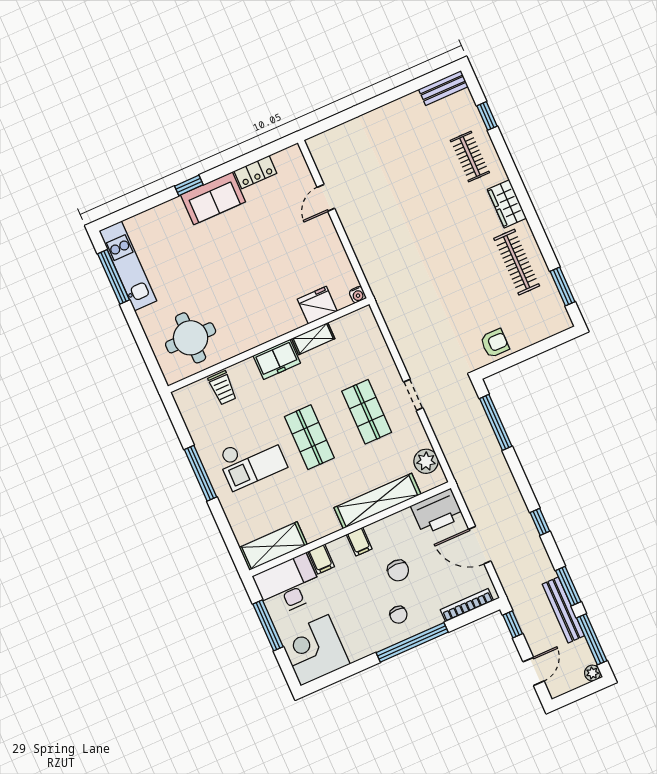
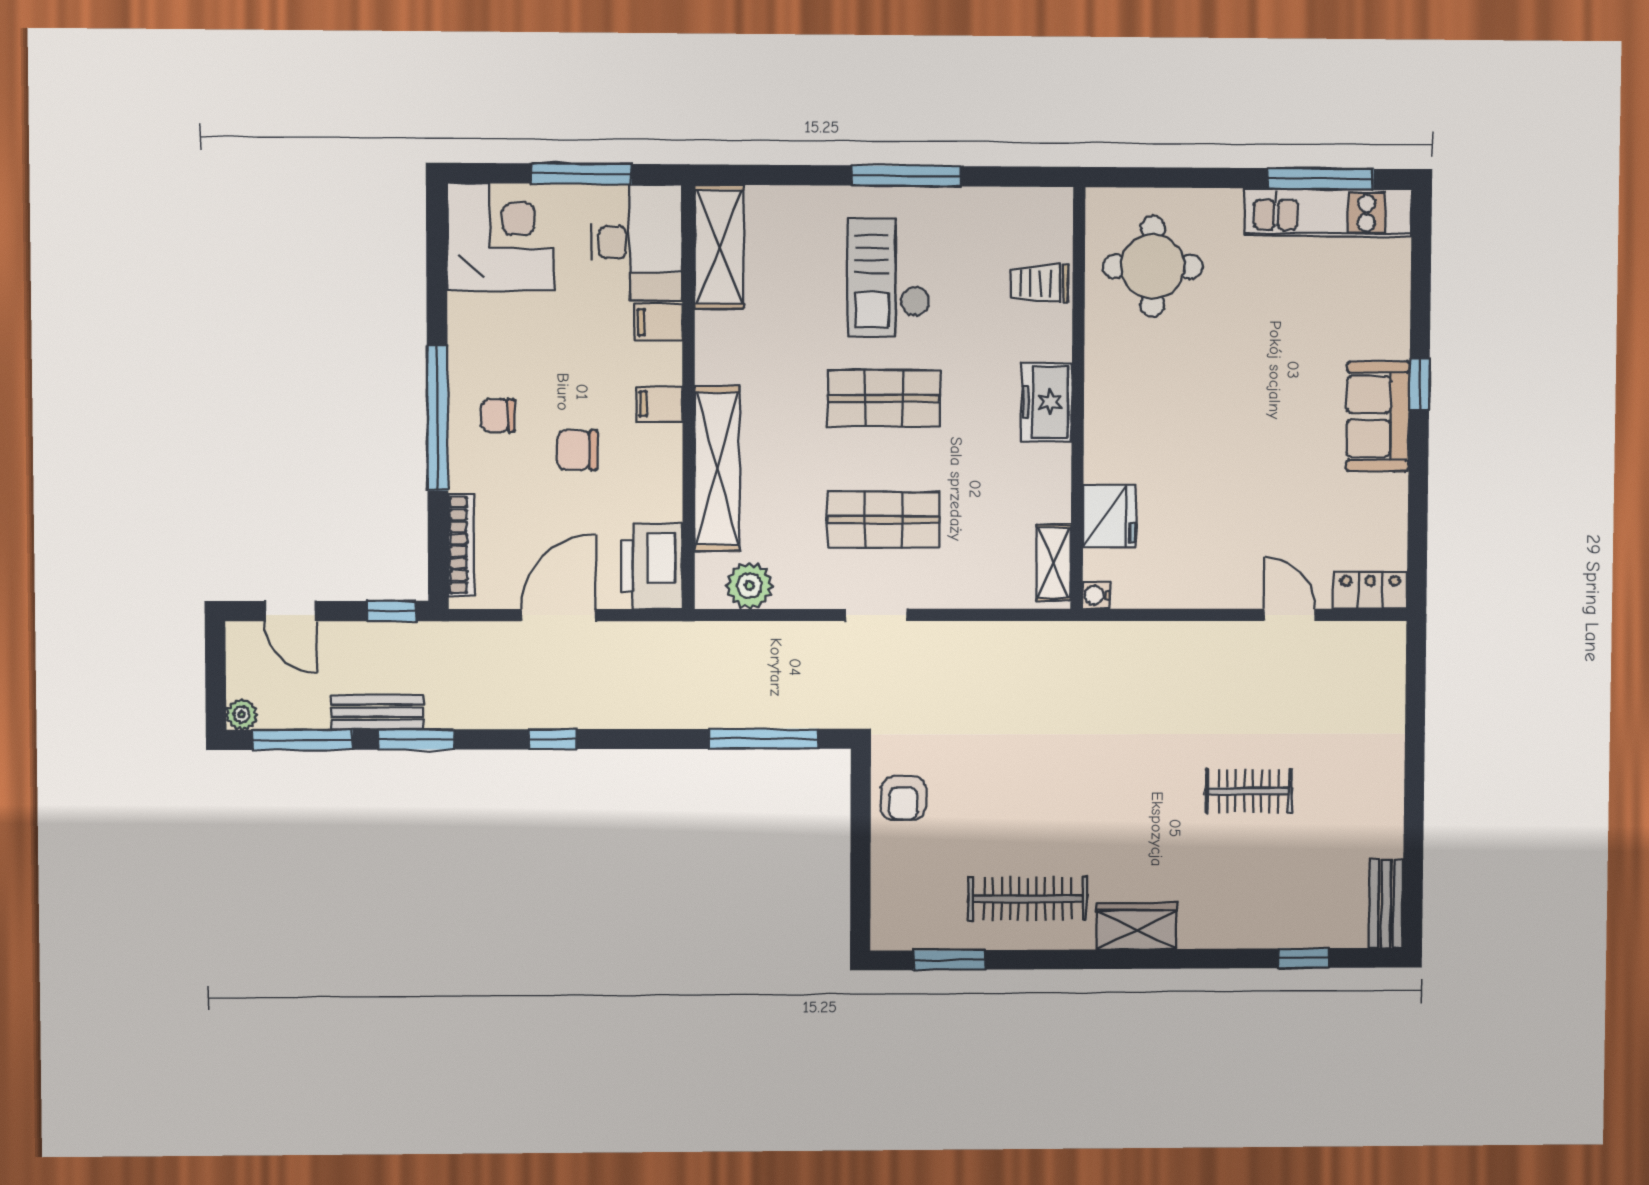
clothes rail: (470, 157) -> (1248, 791), moved
locker: (255, 172) -> (1370, 590), moved, turned 90
shelving: (313, 339) -> (1054, 563), moved
bench: (563, 610) -> (377, 712), width x0.73

